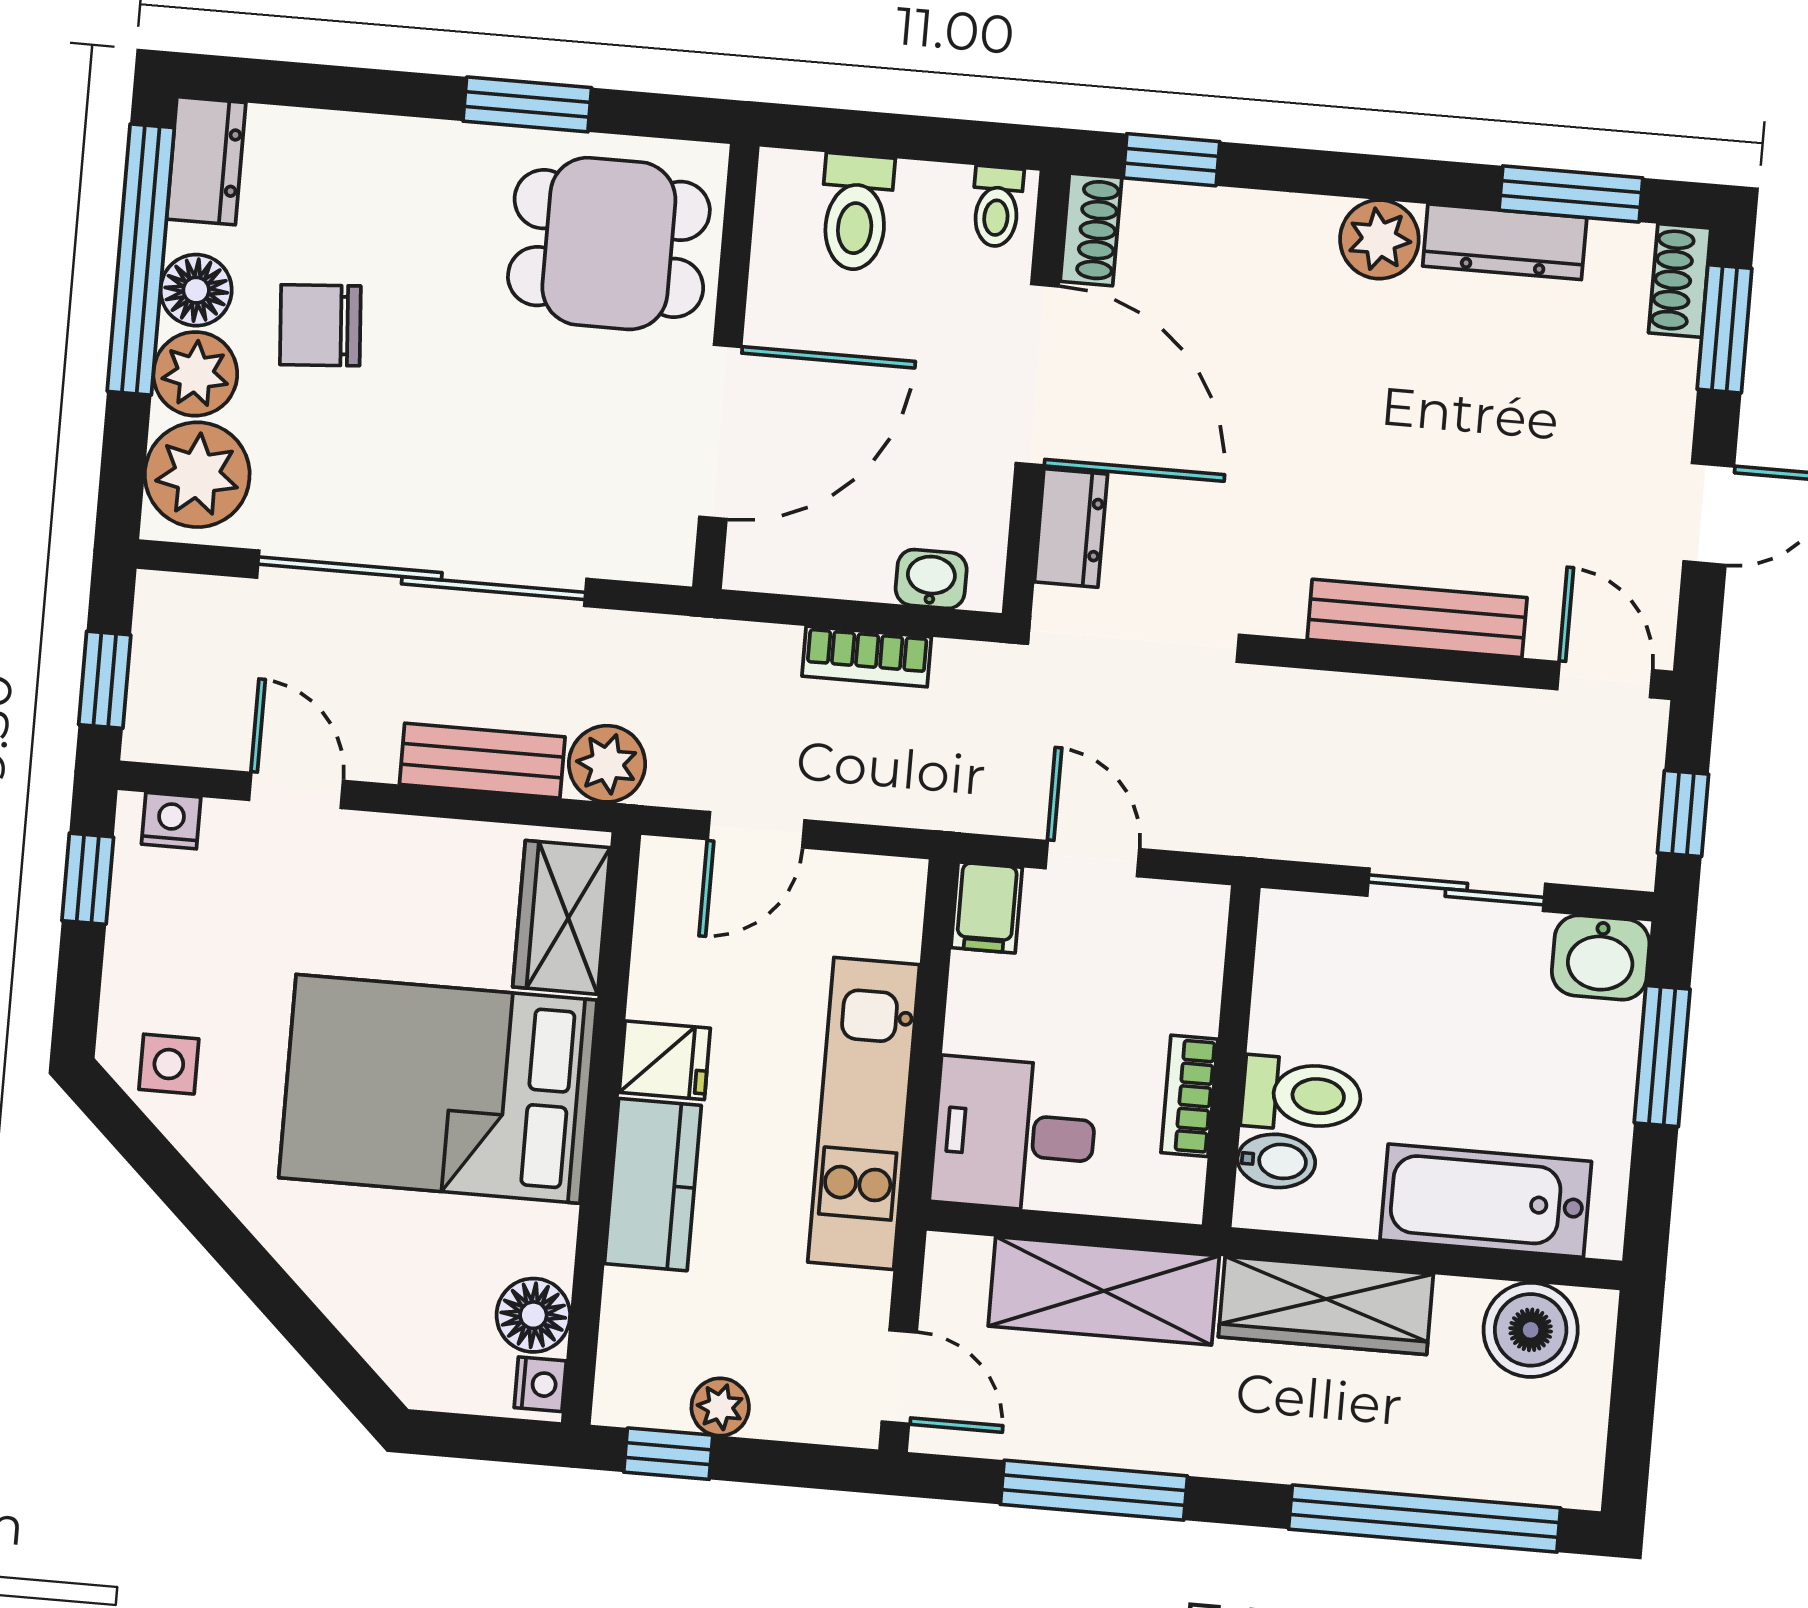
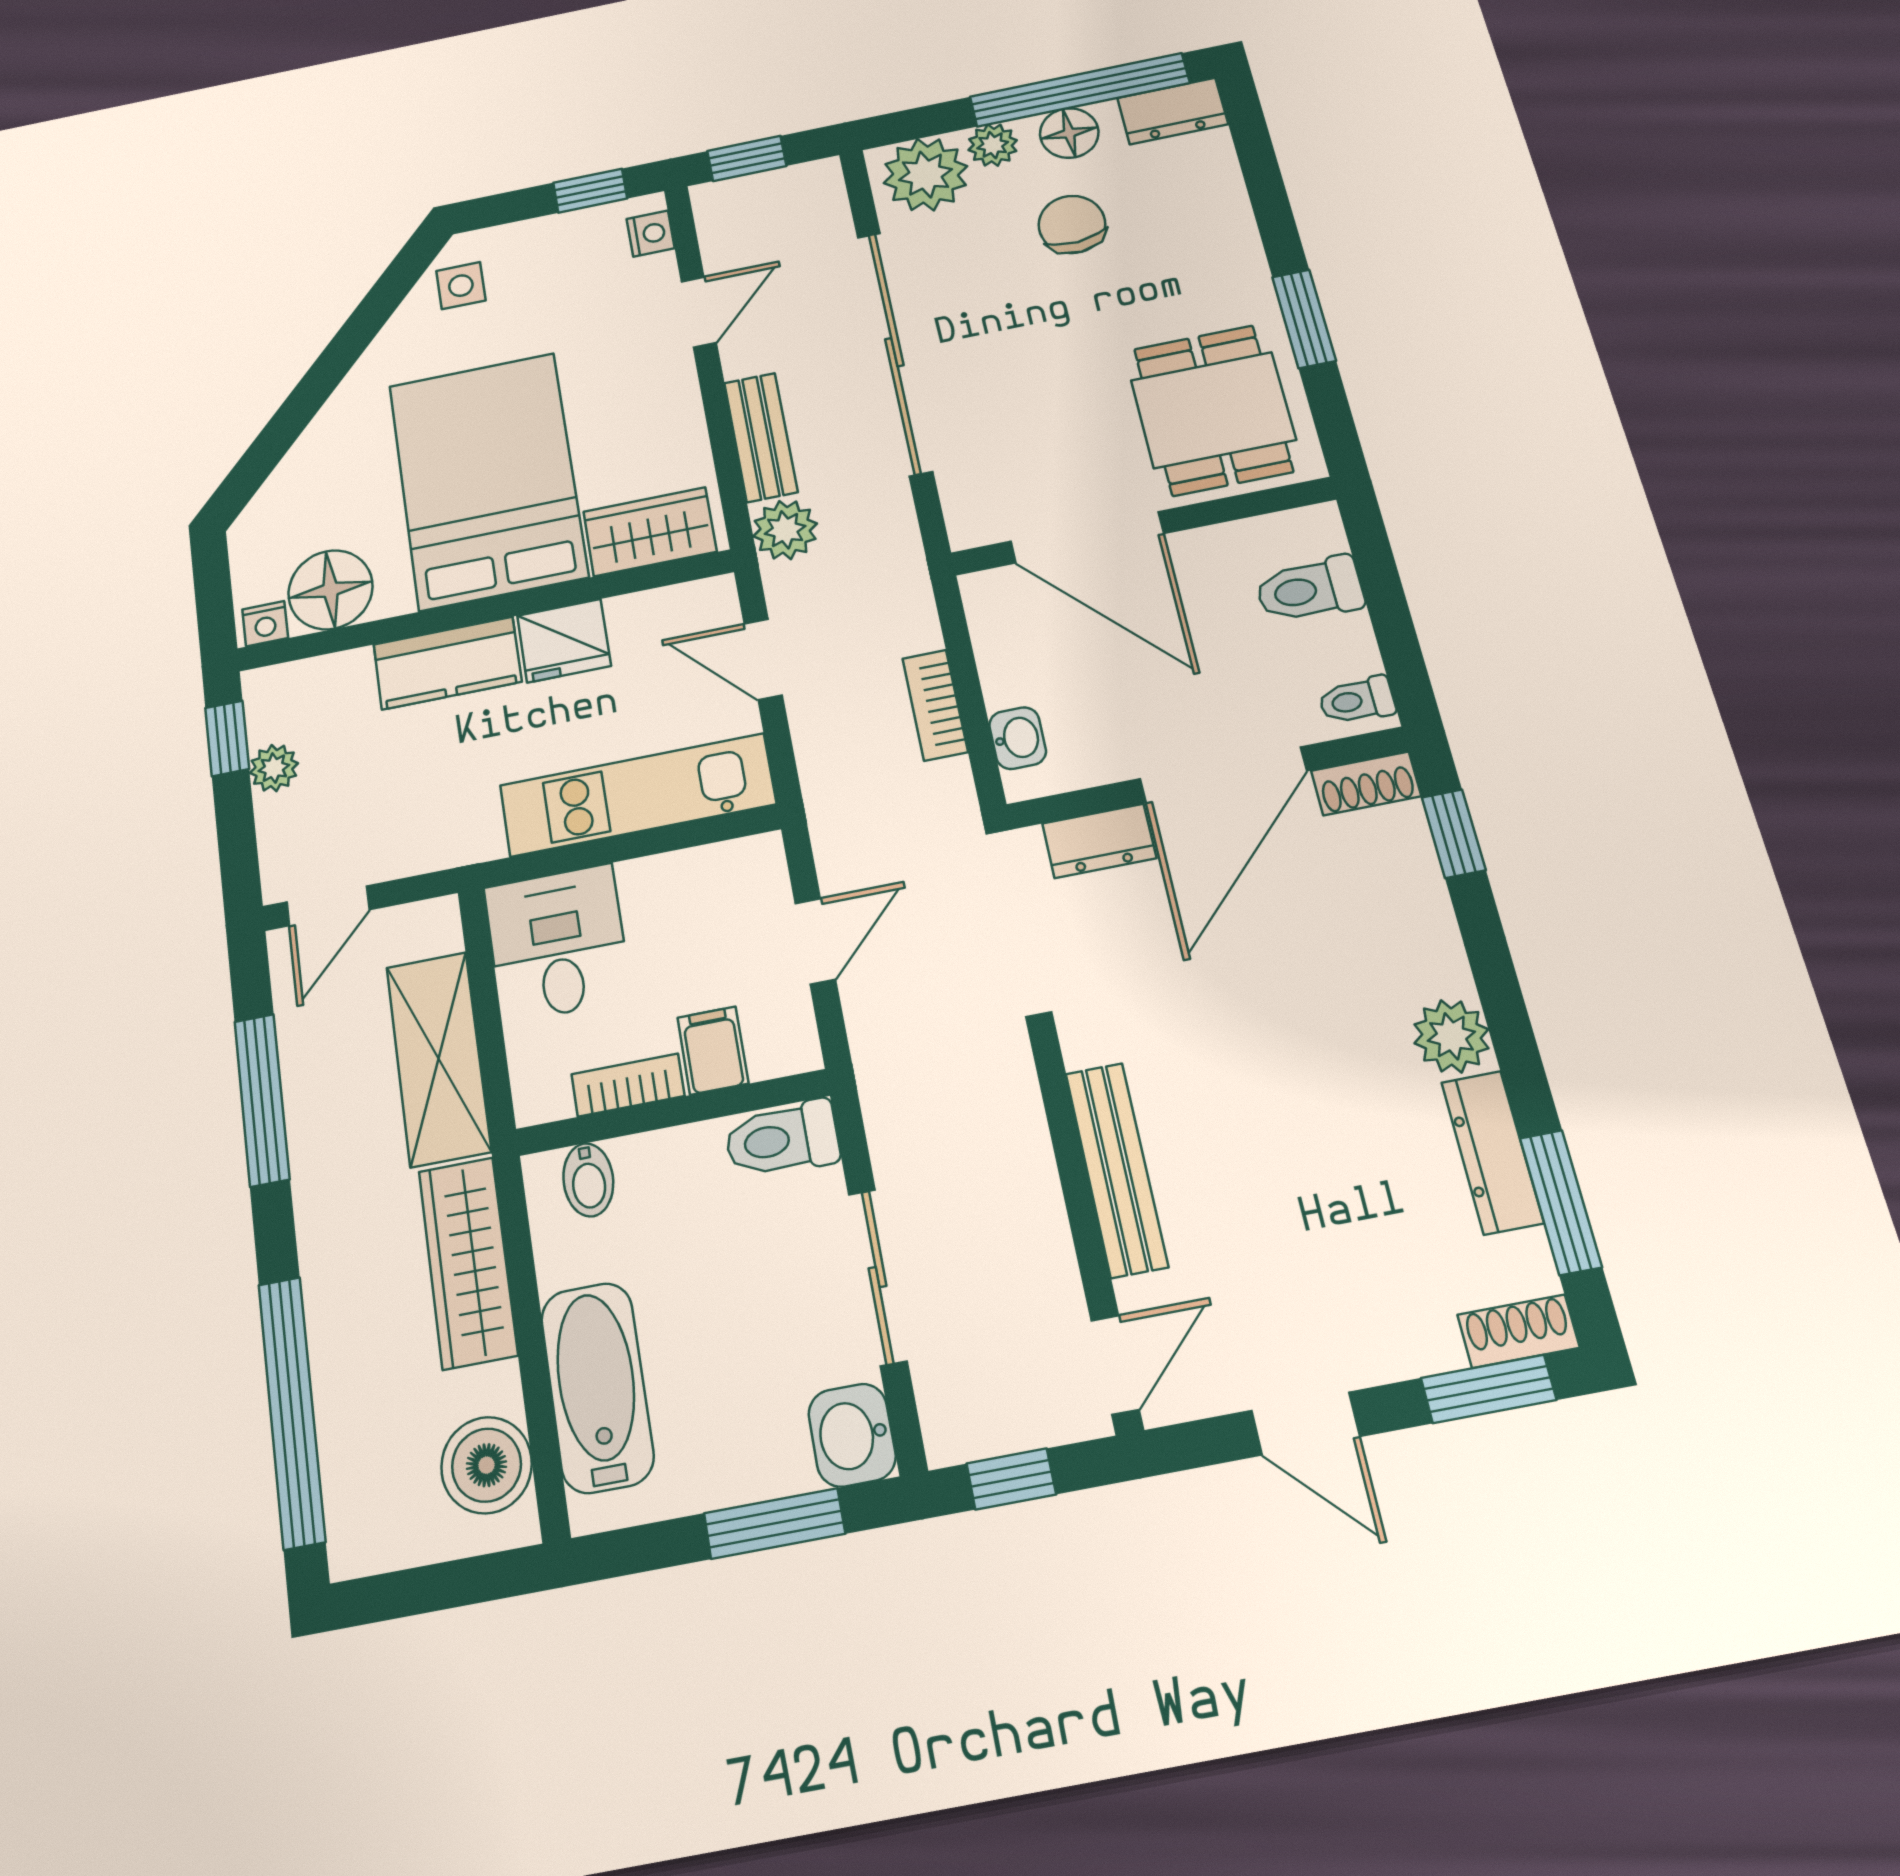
plant: (195, 374) -> (993, 145), width x0.73, depth x0.73
filing cabinet: (987, 908) -> (713, 1051), moved, turned 90
fridge: (665, 1060) -> (564, 641), width x1.38
toilet: (1302, 1095) -> (782, 1139), moved, turned 90
kitchen unit: (864, 1113) -> (637, 795), moved
floor lamp: (533, 1315) -> (330, 590), width x1.38, depth x1.38

